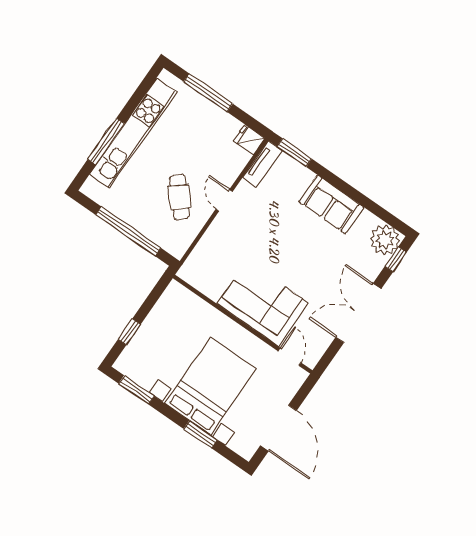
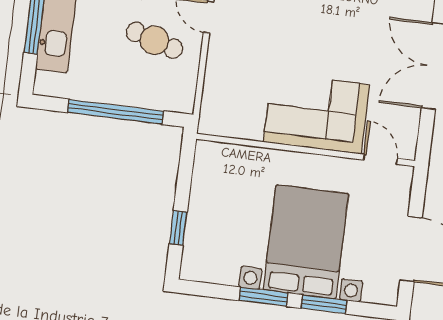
cafe table: (180, 197) -> (154, 40), turned -32
window: (136, 390) -> (264, 297), moved

